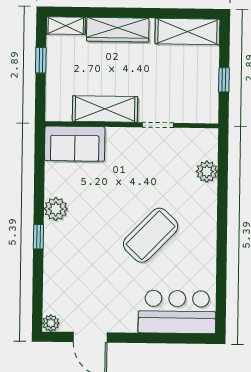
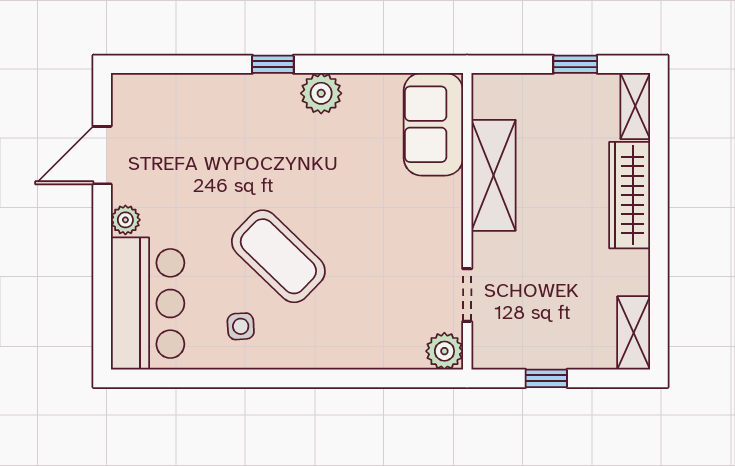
shelving: (187, 31) -> (634, 333), width x0.67, depth x0.75
doorway: (158, 125) -> (467, 295), moved
plant: (207, 172) -> (444, 351), moved
side table: (191, 258) -> (241, 326), added
plant: (51, 323) -> (125, 220), moved

